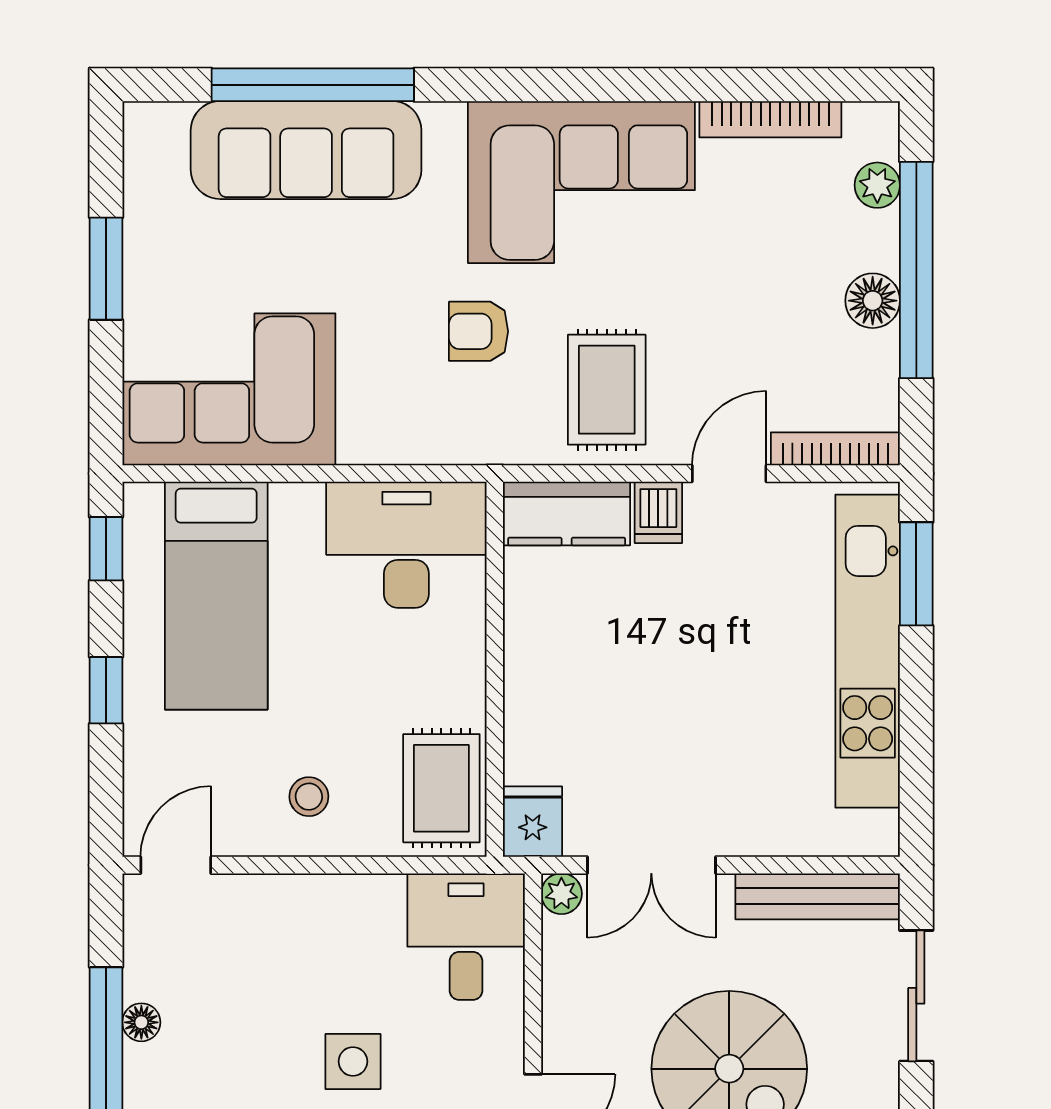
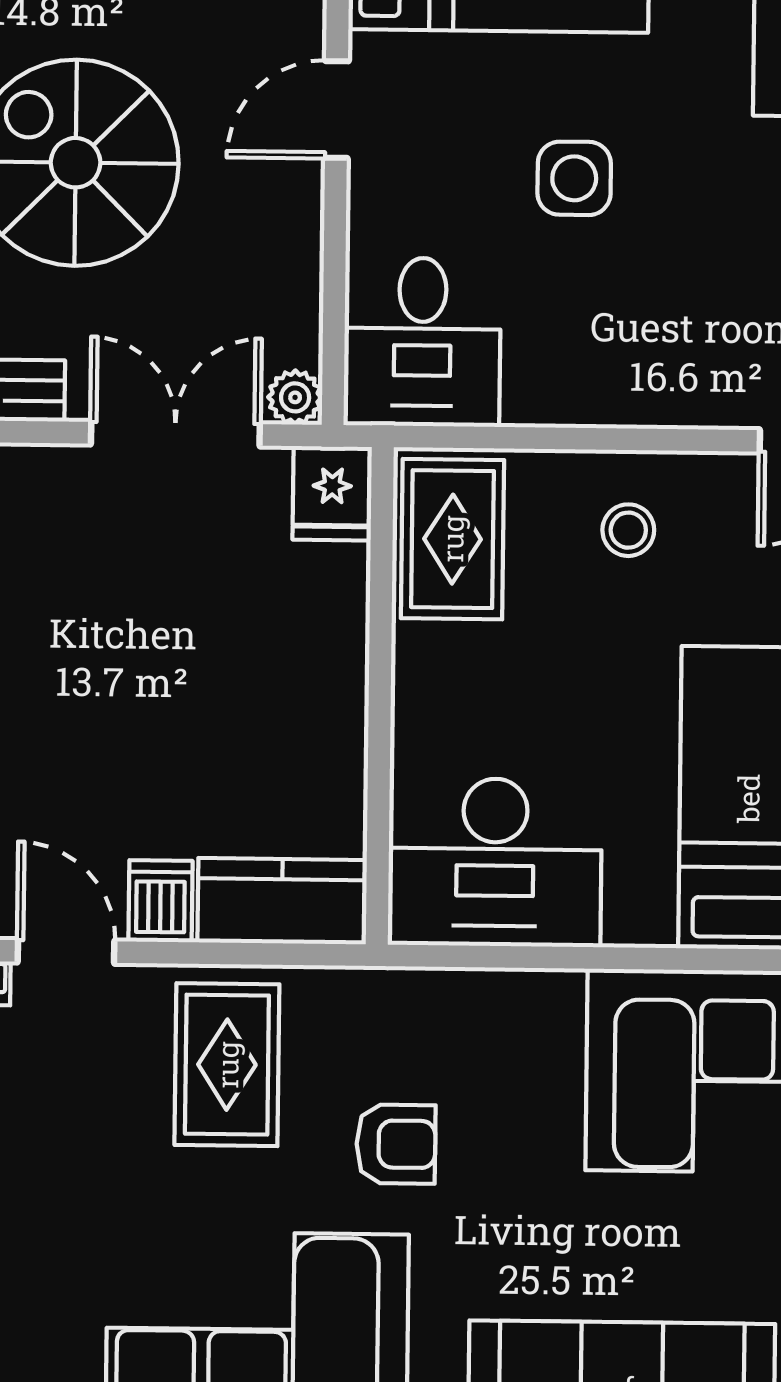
door: (729, 474) -> (66, 952), swing flipped

